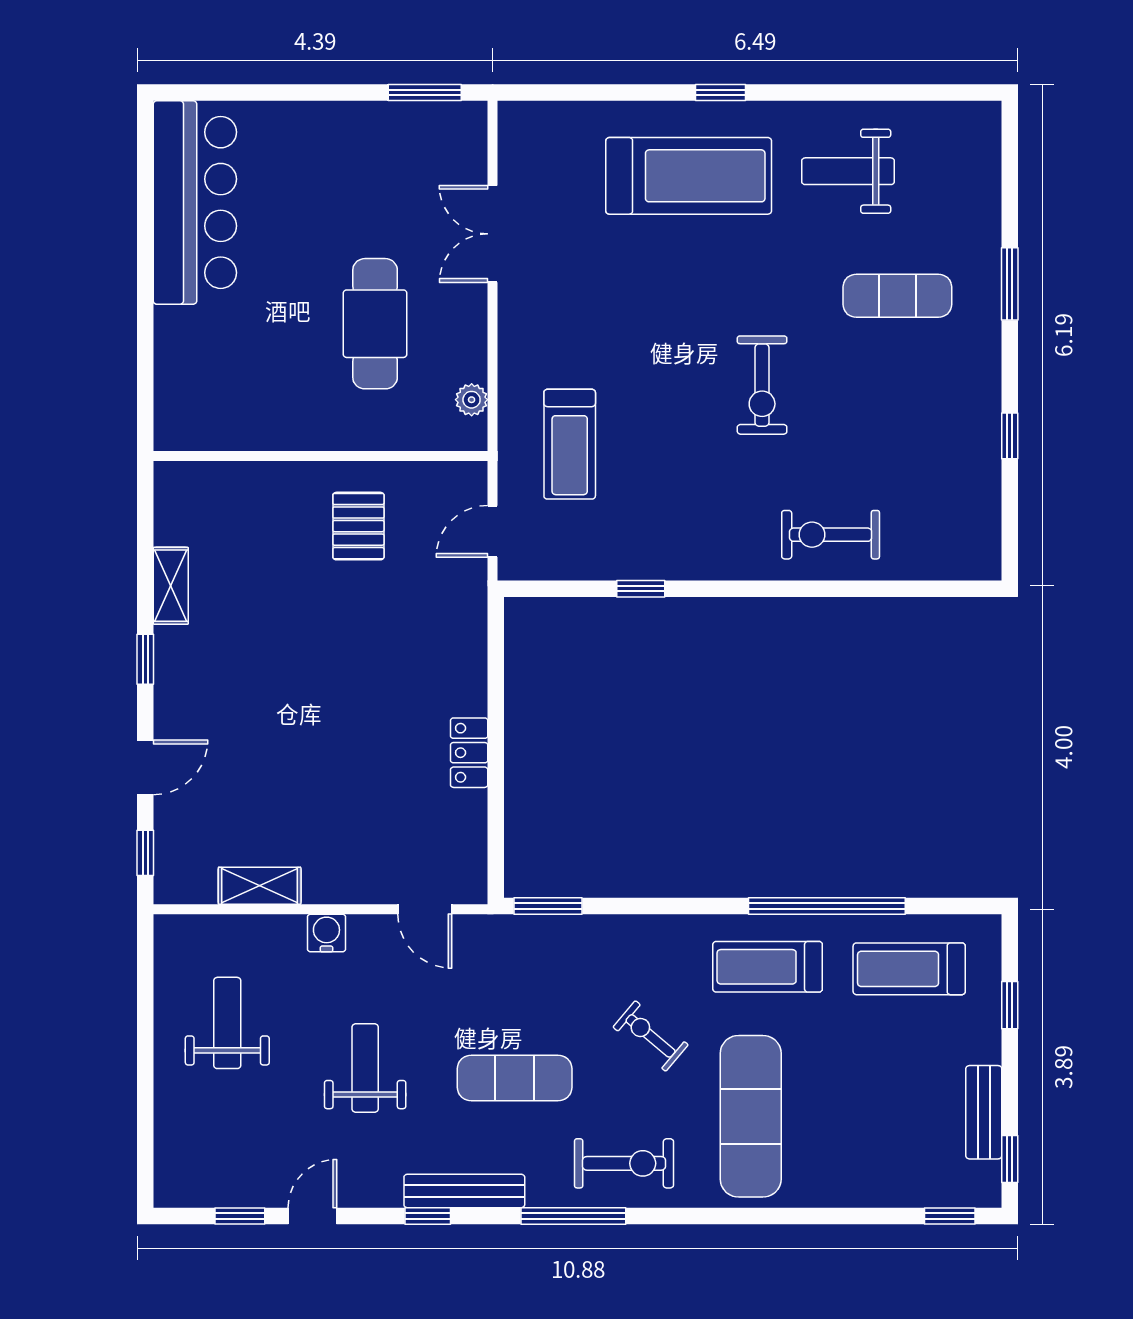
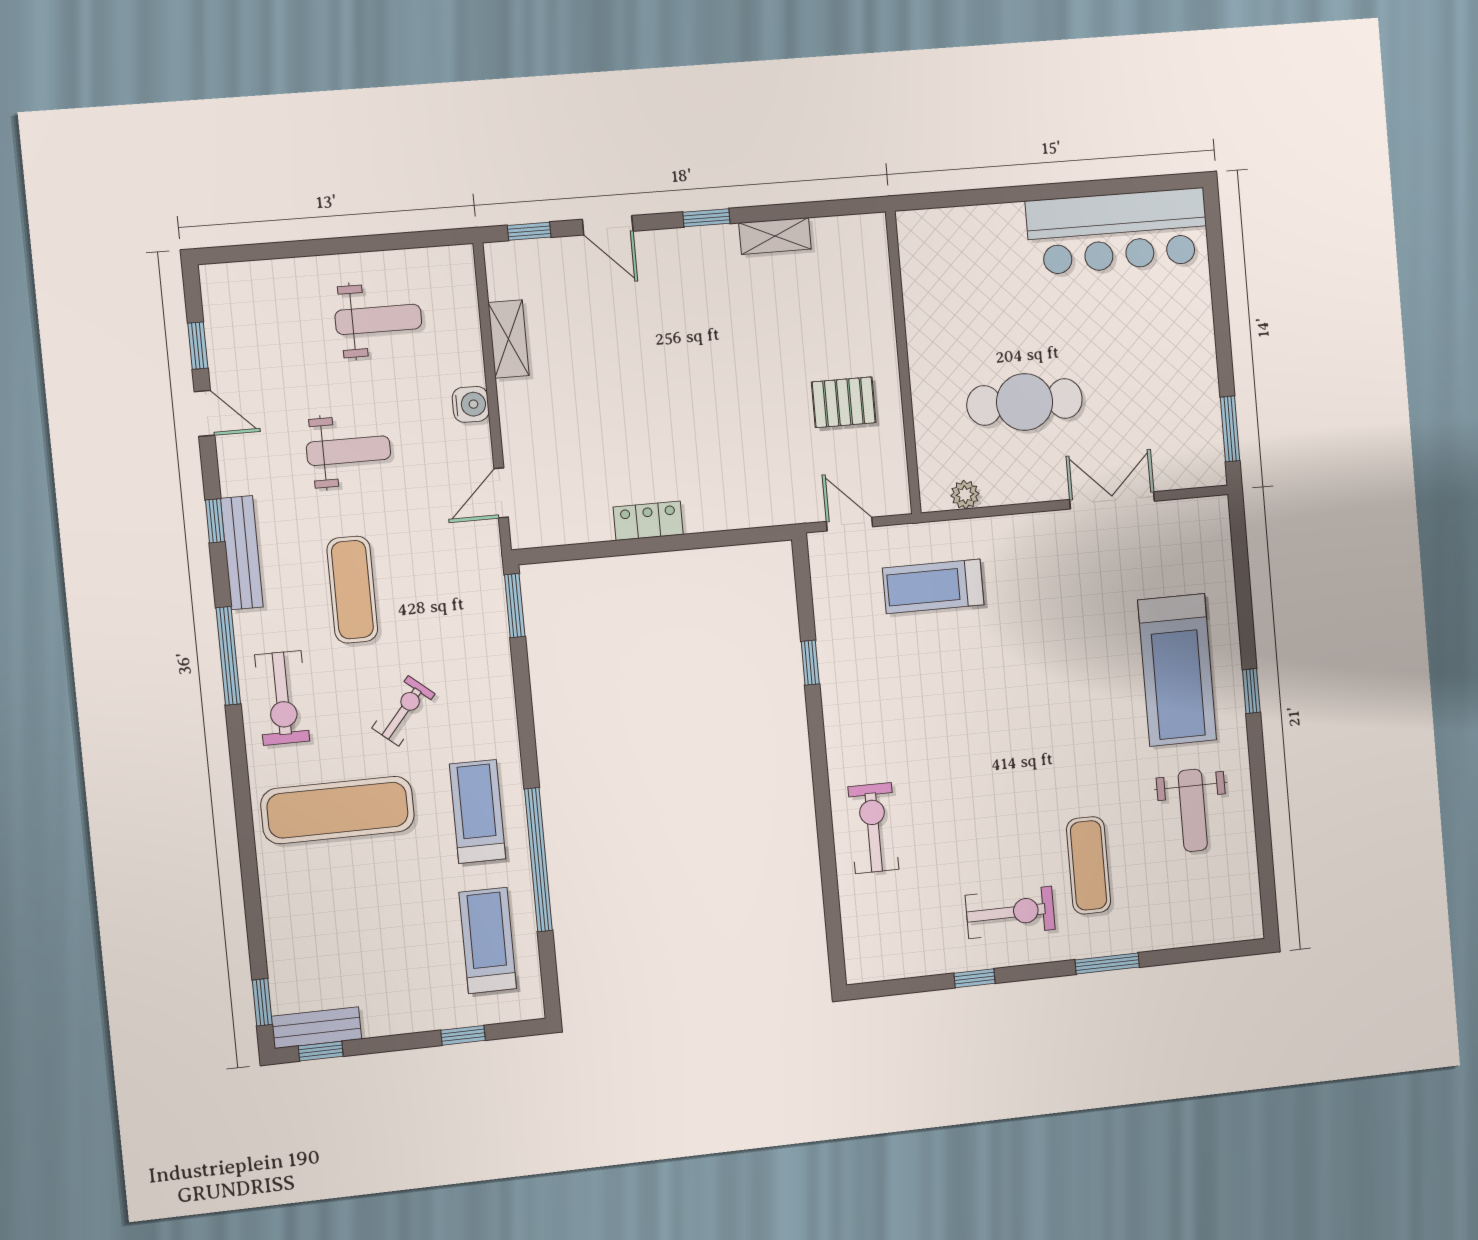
weight bench: (848, 171) -> (1193, 810), turned 180
exercise bike: (762, 385) -> (1010, 912), moved, turned 180
bench: (984, 1112) -> (316, 1028), moved

